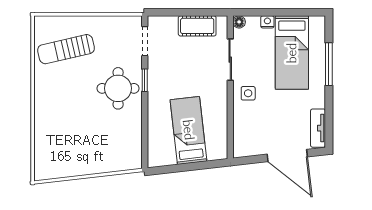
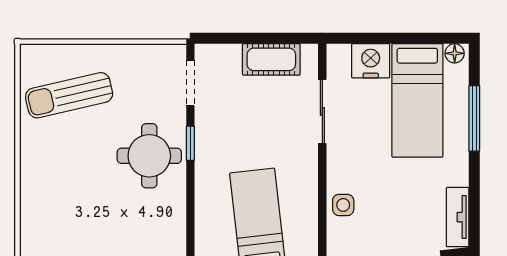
floor lamp: (239, 22) -> (455, 53), moved
nightstand: (267, 22) -> (371, 61), width x1.89, depth x1.79
side table: (248, 93) -> (343, 205), moved

